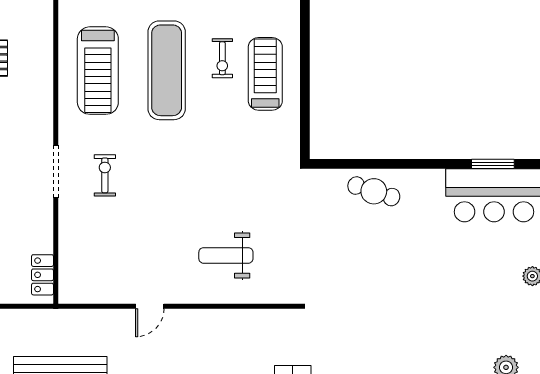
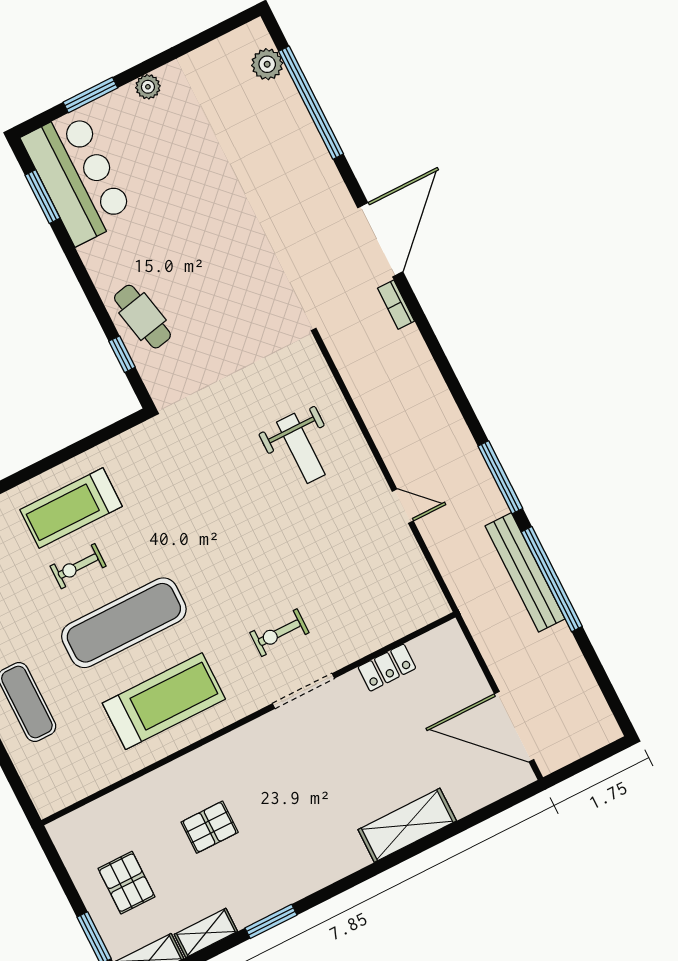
exercise bike: (222, 58) -> (78, 566), turned 180
window: (355, 164) -> (122, 354), added
cafe table: (374, 191) -> (142, 317), turned -30
locker: (43, 275) -> (387, 668), moved

